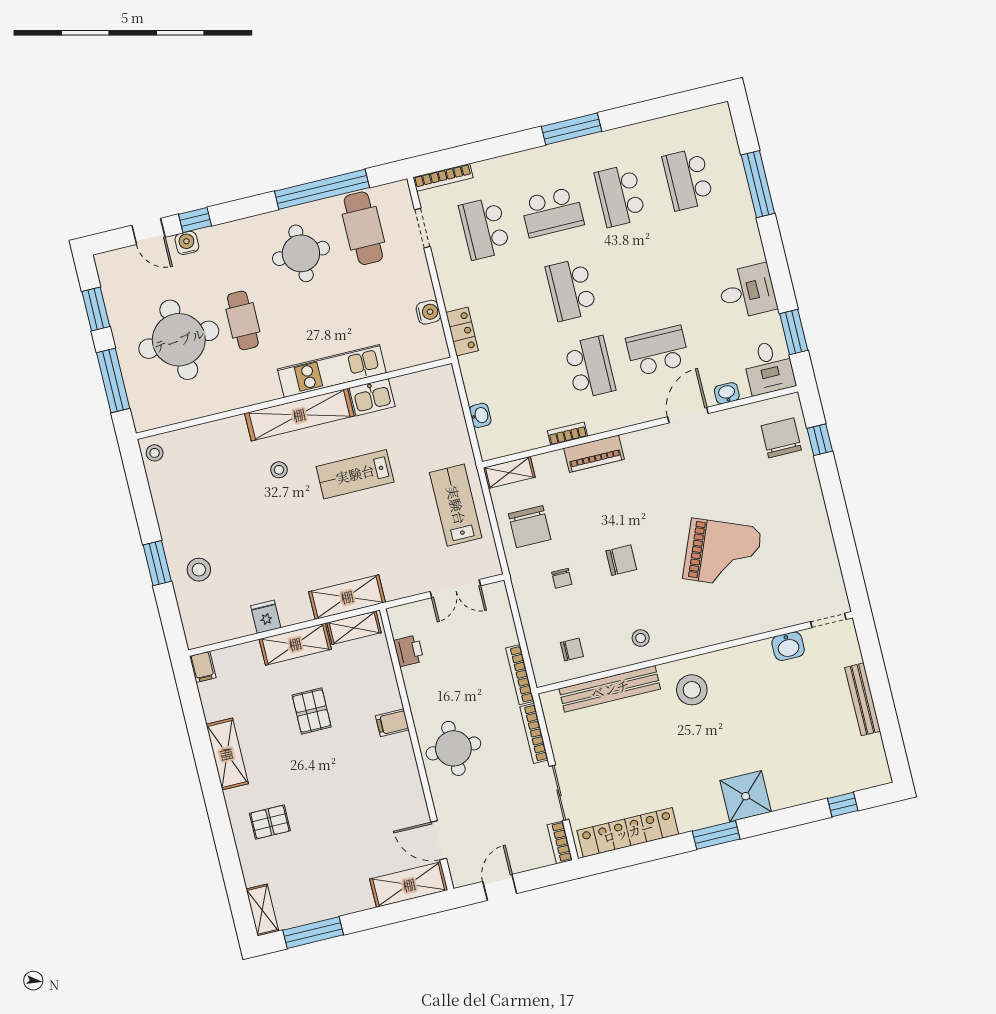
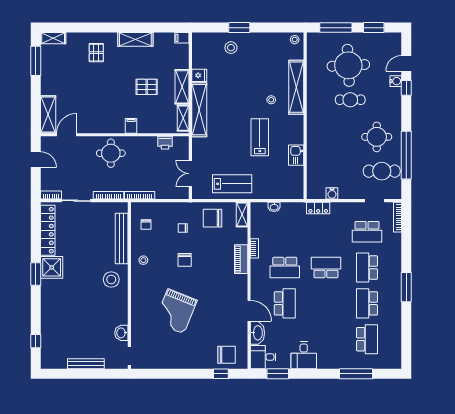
school desk: (688, 179) -> (367, 339), turned 90
school desk: (620, 196) -> (367, 303), turned -90
school desk: (485, 228) -> (367, 232), turned 180
kitchen unit: (332, 371) -> (314, 138), removed
washbasin: (727, 393) -> (257, 333), width x1.91, depth x1.45
shelving: (299, 415) -> (296, 87), moved
shelving: (347, 597) -> (199, 110), width x1.47
shower: (746, 796) -> (52, 267), moved

